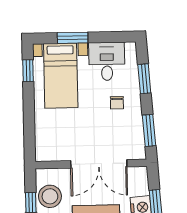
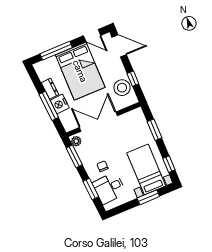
desk: (107, 61) -> (109, 188), moved, turned 86
window: (29, 124) -> (154, 130), added
plant: (138, 150) -> (76, 141), added

